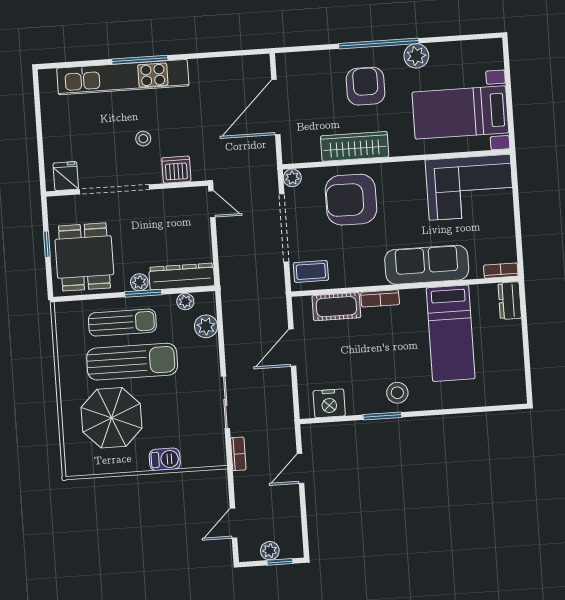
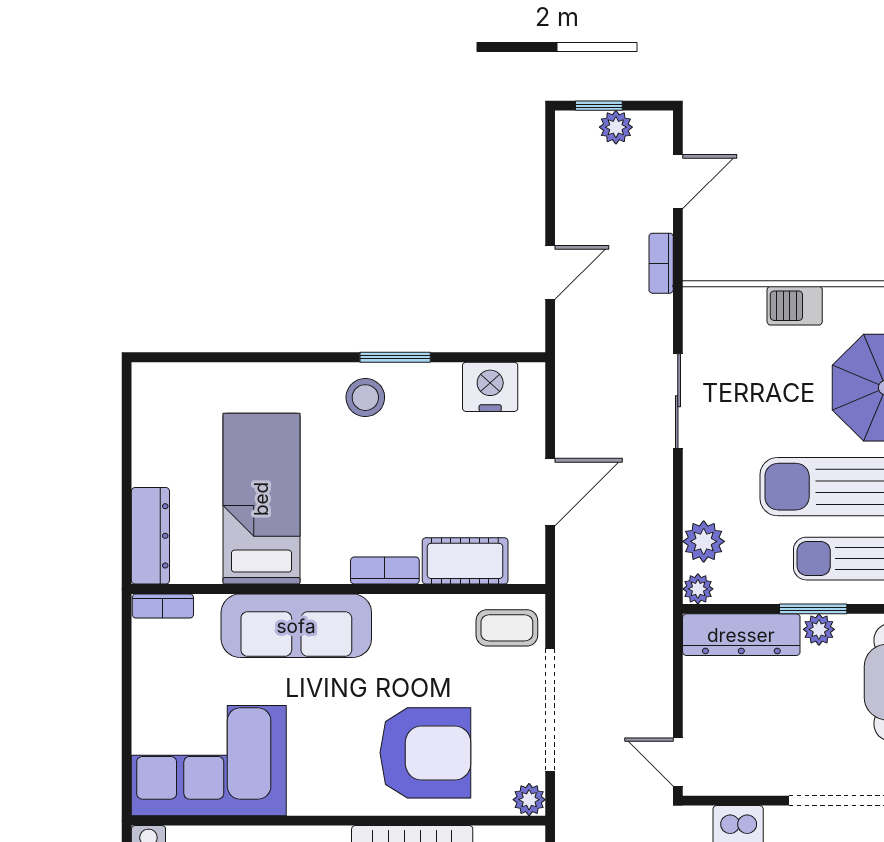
dresser: (510, 301) -> (150, 536), width x1.44
plant: (185, 302) -> (698, 589), moved
bookcase: (238, 454) -> (661, 263), moved

